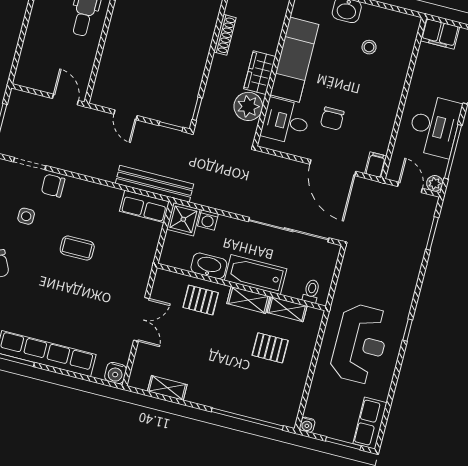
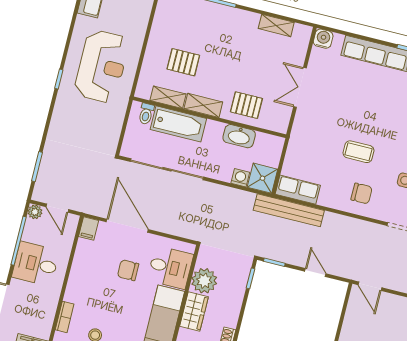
bookcase: (403, 67) -> (65, 317), added
chair: (332, 119) -> (128, 270), turned -90
desk: (434, 126) -> (36, 264), width x0.73
chair: (53, 186) -> (362, 193), moved
bathtub: (256, 275) -> (178, 124), moved
reception desk: (360, 344) -> (102, 66), turned 180

